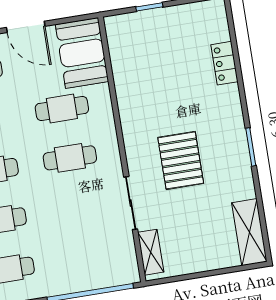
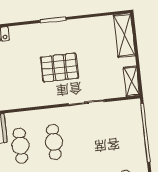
shelving: (249, 232) -> (124, 35), moved, turned 90
shelving: (151, 252) -> (132, 81), moved, turned 90

